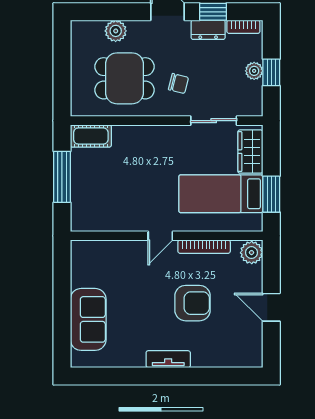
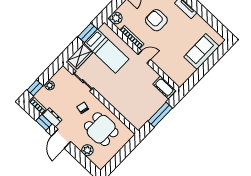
window: (271, 72) -> (35, 88), moved
cot: (91, 136) -> (164, 87), moved

